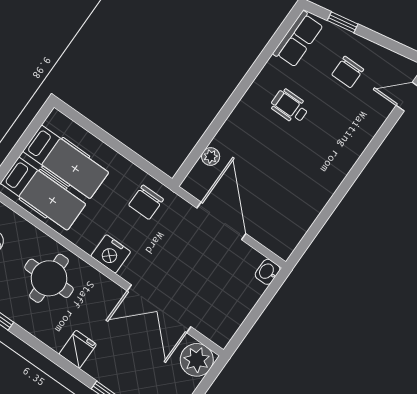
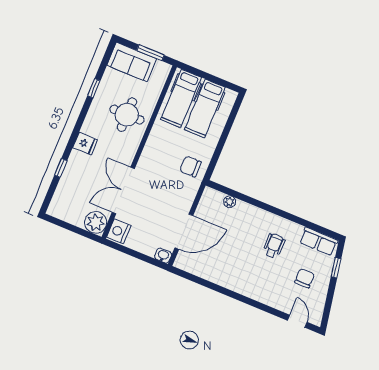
chair: (348, 72) -> (305, 278), turned 90
door: (221, 221) -> (184, 232), moved
nightstand: (111, 254) -> (119, 231), moved

